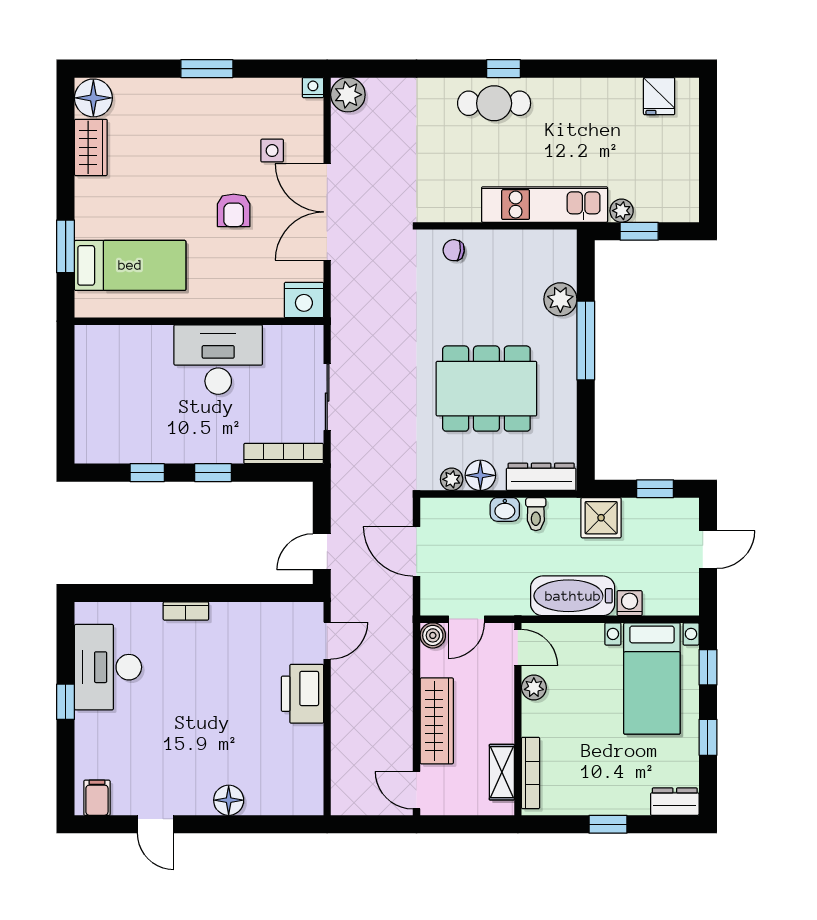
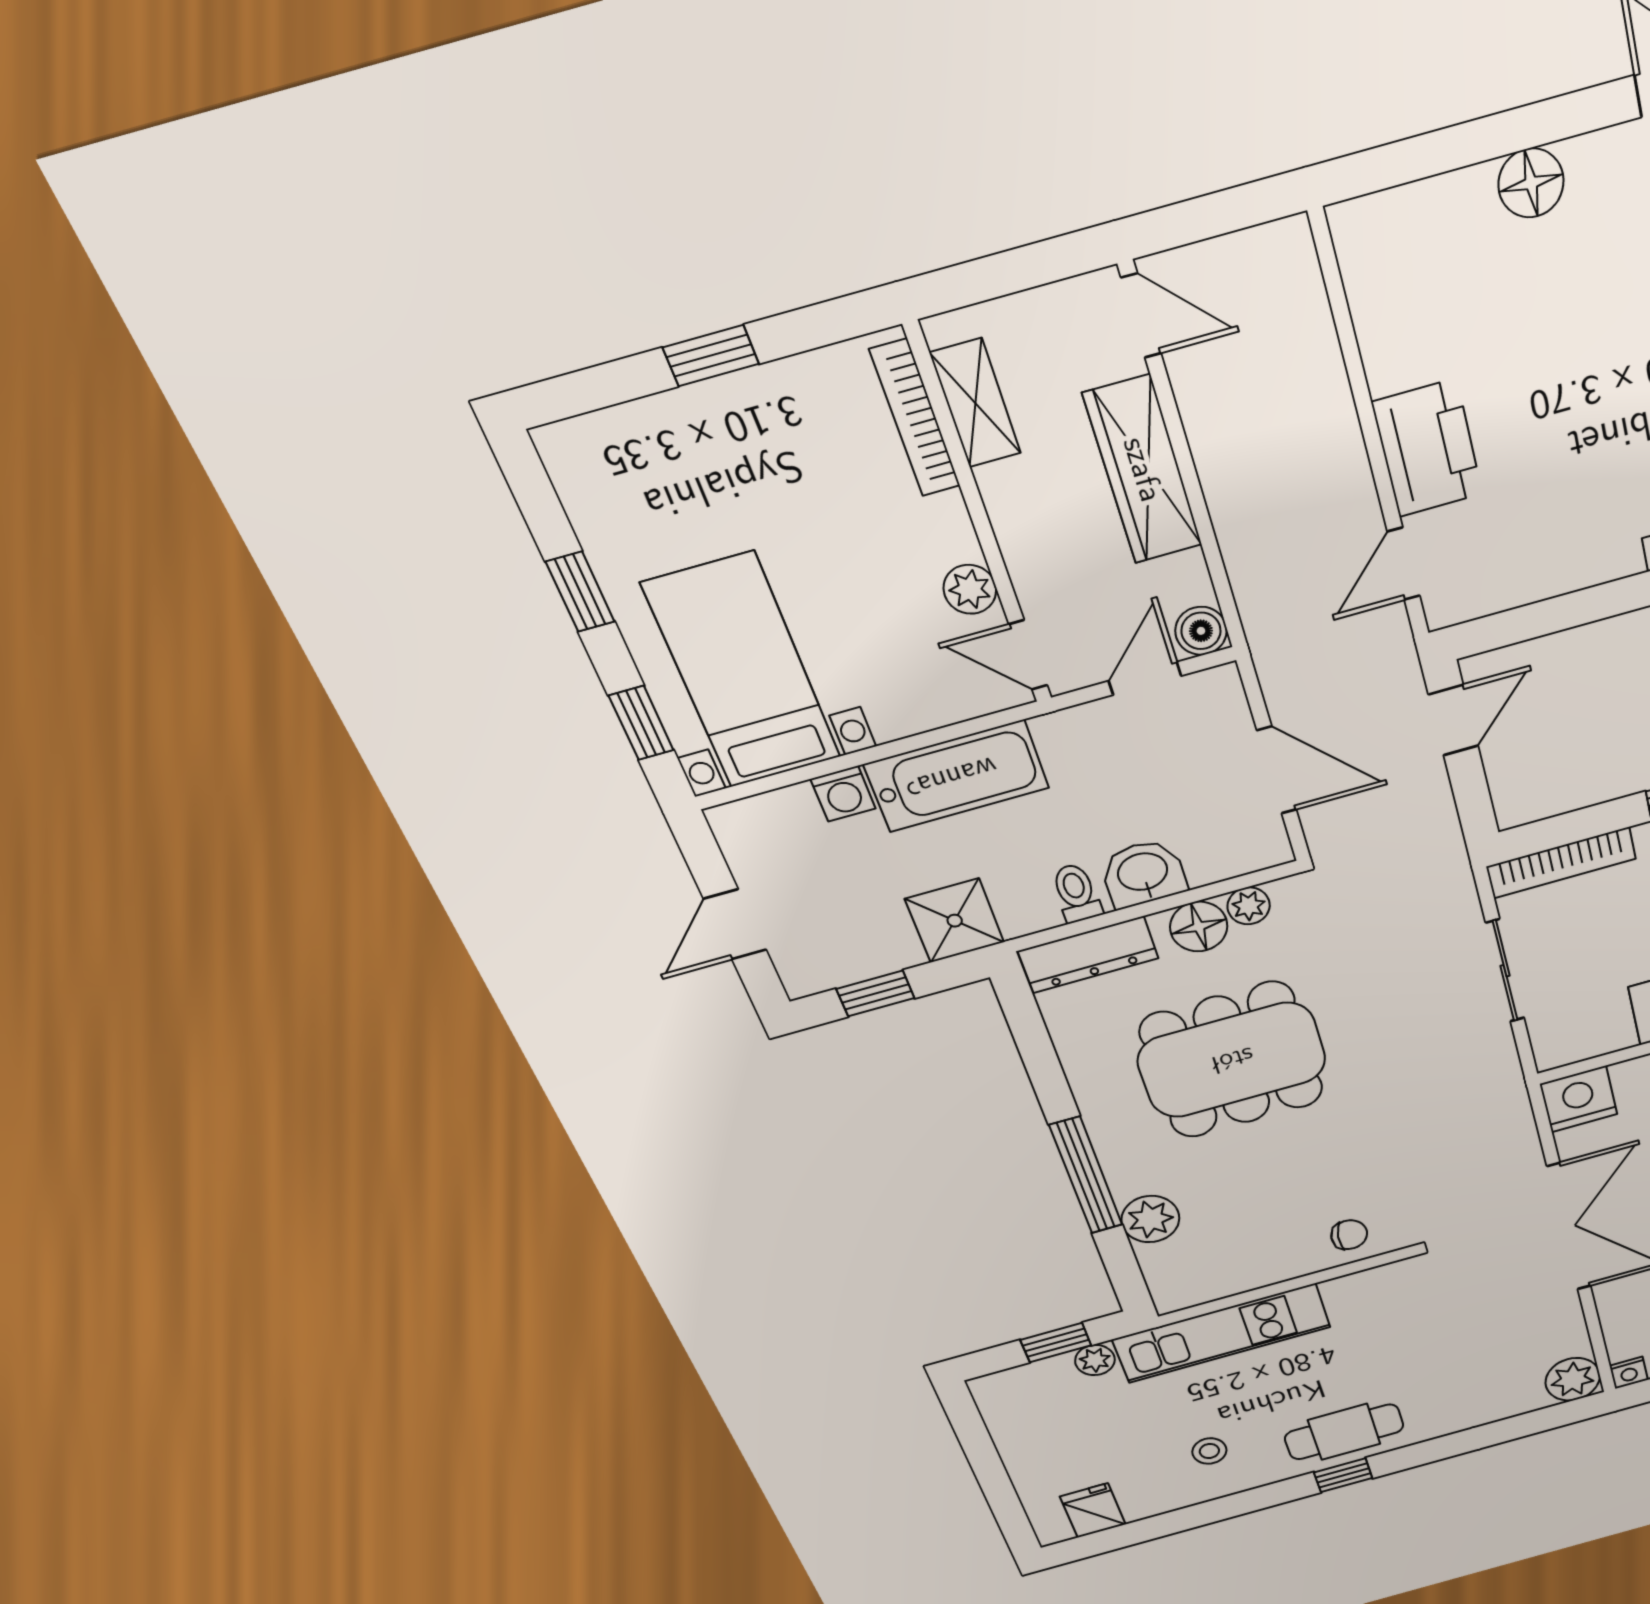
stool: (577, 118) -> (1209, 1451), added
washbasin: (505, 509) -> (1143, 873), width x1.38, depth x1.45
dresser: (675, 802) -> (590, 443), removed

